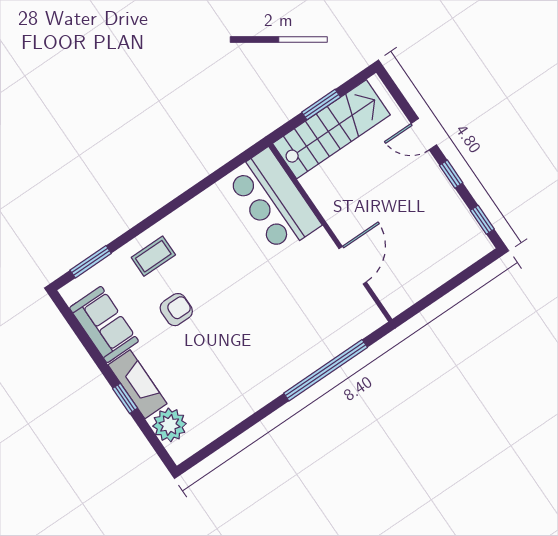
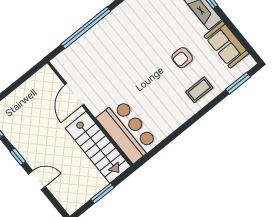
stairs: (331, 129) -> (98, 147), moved, turned -90

